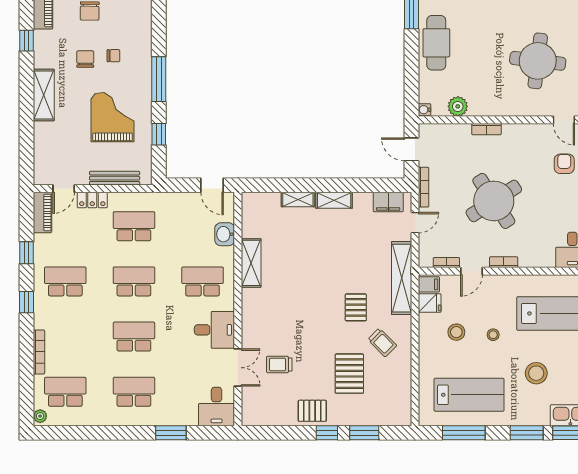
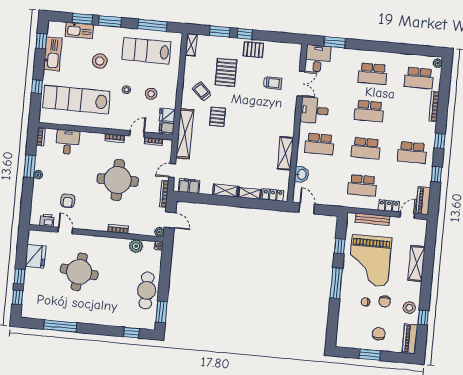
stool: (48, 53) -> (409, 308), added
shelving: (44, 95) -> (416, 263), moved
grand piano: (113, 117) -> (370, 261), width x1.37, depth x1.48
plant: (425, 130) -> (159, 232), added
locker: (264, 200) -> (273, 195), added
round table: (494, 201) -> (118, 180), turned 33
double door: (238, 368) -> (301, 84), swing flipped
shelving: (404, 409) -> (191, 45), added
window: (171, 433) -> (335, 42), moved

